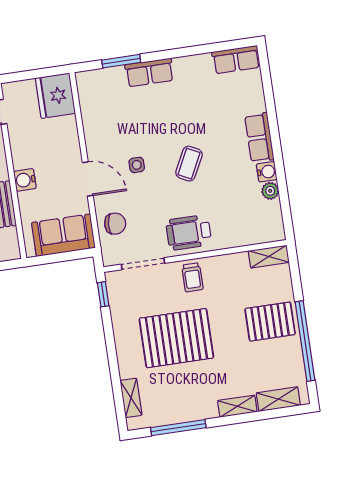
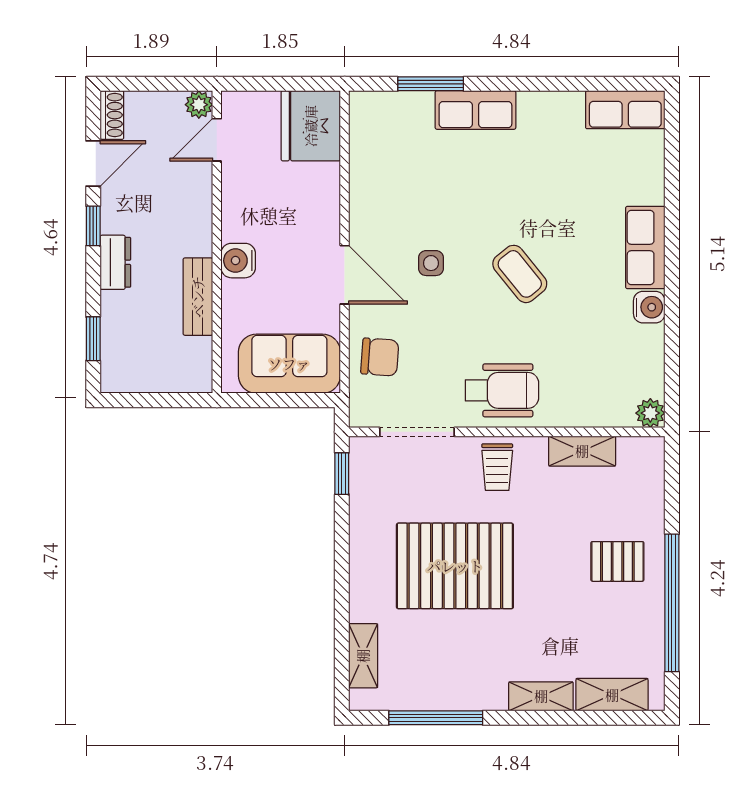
coffee table: (189, 164) -> (520, 274), turned -66
plant: (270, 191) -> (650, 413), moved
wheelchair: (189, 232) -> (502, 390), turned 180
shelving: (269, 257) -> (582, 451), moved
pallet: (270, 322) -> (617, 561), width x0.67, depth x0.71

